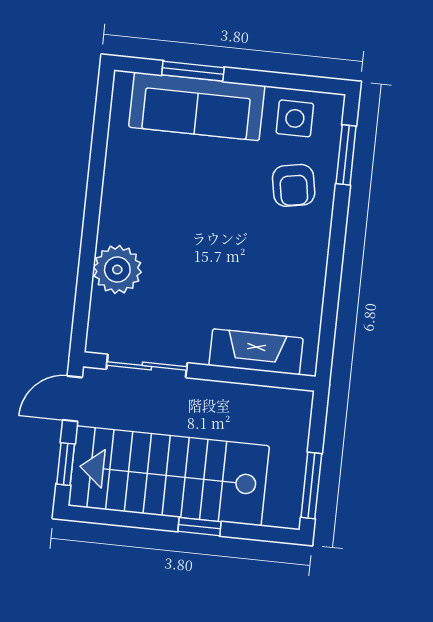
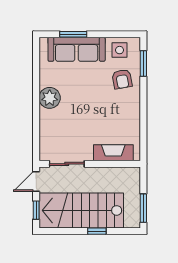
plant: (117, 270) -> (50, 98), moved

